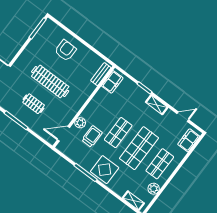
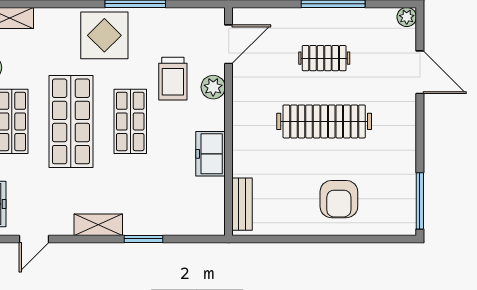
freezer: (112, 82) -> (210, 154), moved

